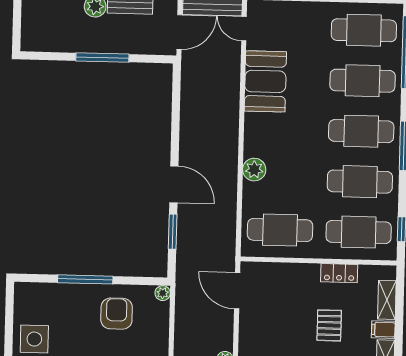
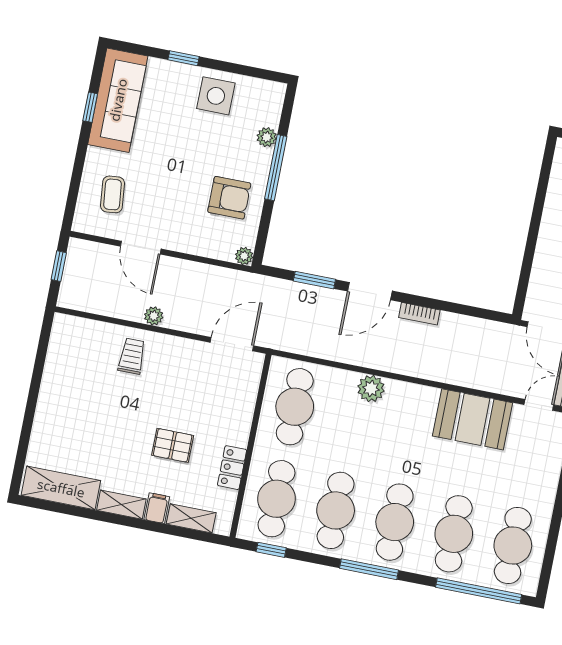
window: (102, 57) -> (533, 232), removed
bookcase: (186, 140) -> (419, 314), added
plant: (61, 291) -> (267, 137), added

